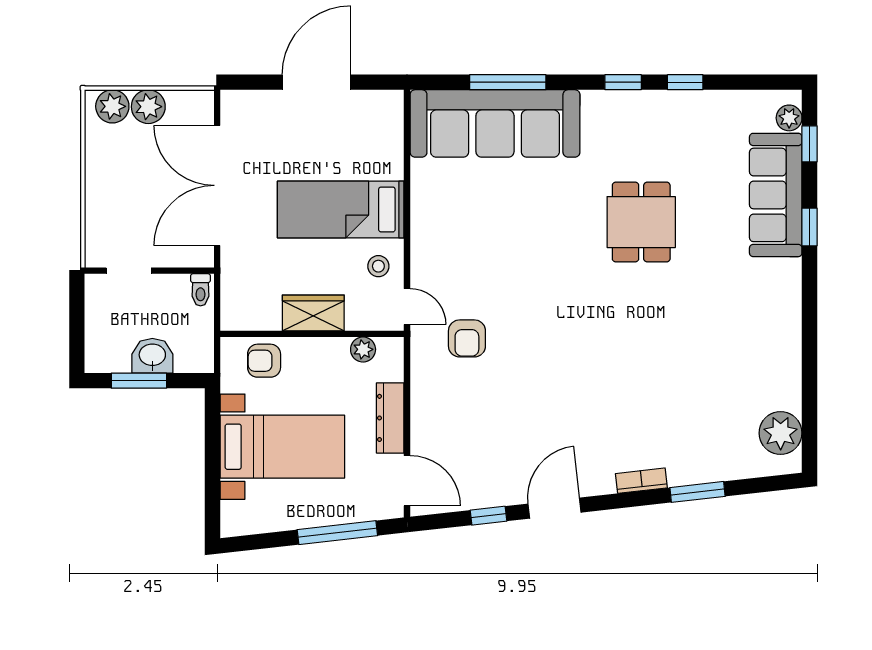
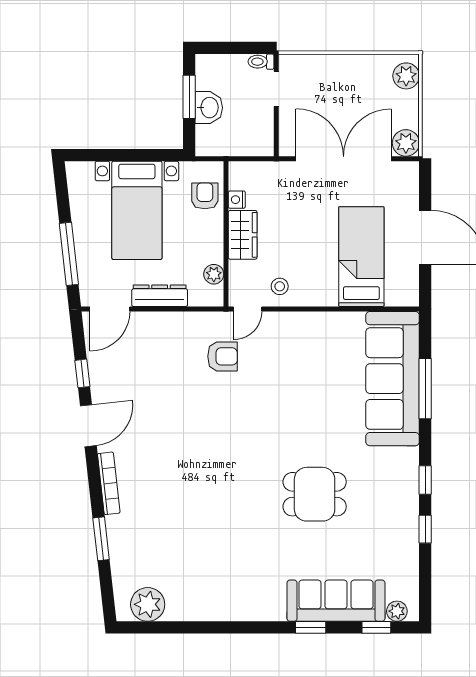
plant: (148, 107) -> (406, 143), moved
bed: (341, 209) -> (361, 257), moved
toilet: (201, 290) -> (261, 62), moved
nightstand: (269, 320) -> (237, 200), added
armchair: (467, 338) -> (222, 356), turned 180
bookcase: (641, 481) -> (109, 483), width x1.56
door: (555, 508) -> (88, 426), hinge flipped

